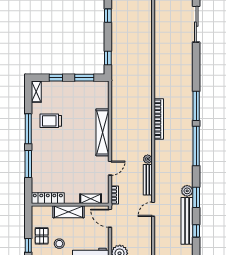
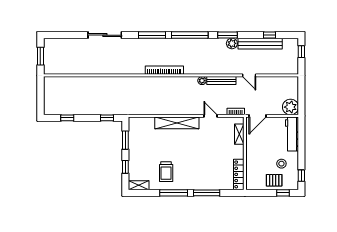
sliding door: (196, 24) -> (105, 35), moved
window: (196, 197) -> (228, 35), moved
shelving: (69, 212) -> (252, 155), removed

